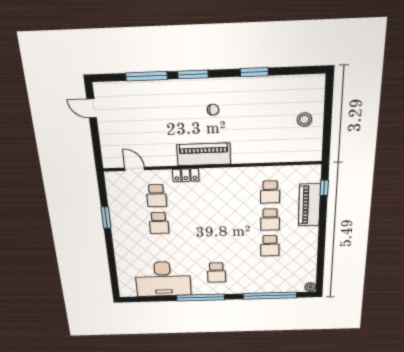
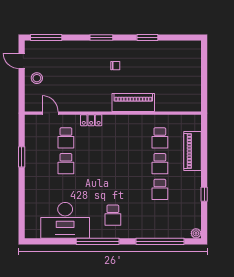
window: (146, 76) -> (46, 37), moved
stool: (304, 119) -> (37, 78), moved
piano: (204, 154) -> (133, 103), moved
window: (324, 188) -> (204, 194), moved

